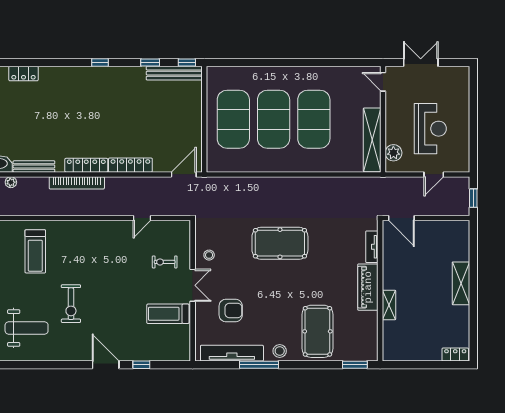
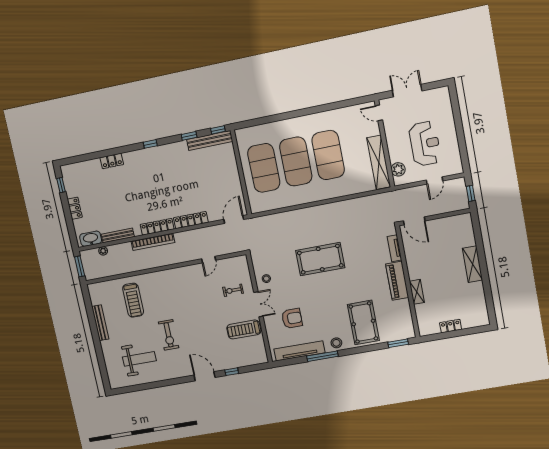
locker: (23, 74) -> (112, 161), moved
locker: (455, 355) -> (451, 326), moved

